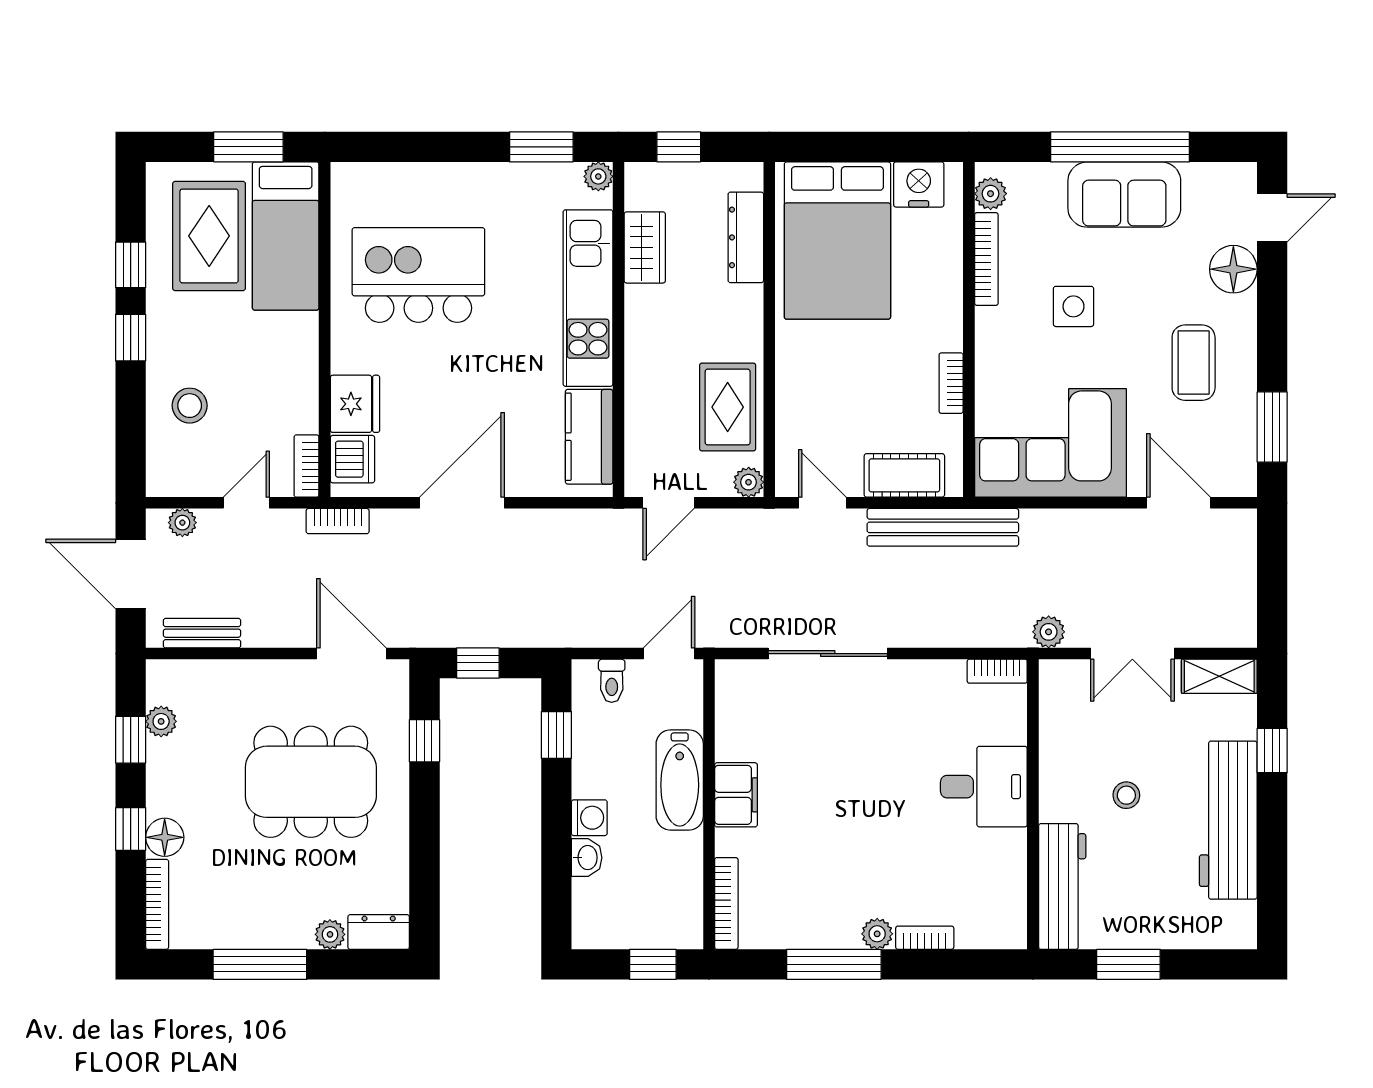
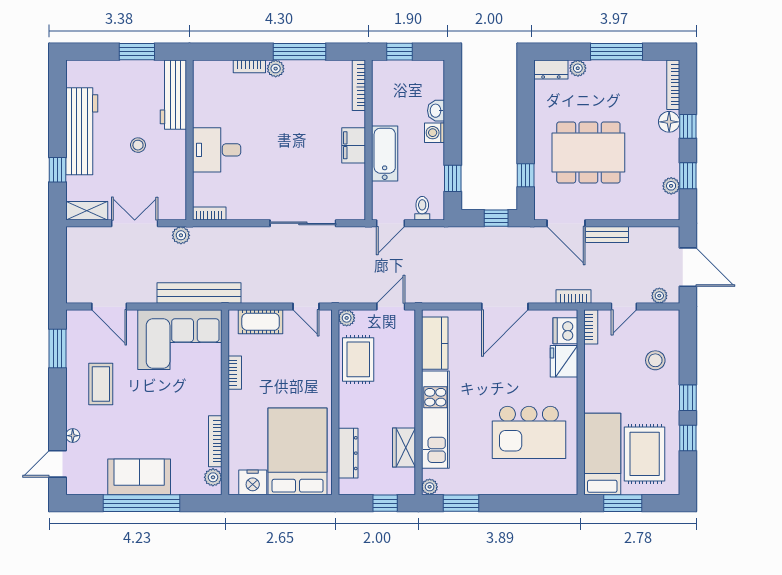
floor lamp: (1233, 269) -> (73, 436), width x0.53, depth x0.53
side table: (1073, 306) -> (167, 415), removed
bench: (943, 527) -> (199, 293), moved
bench: (202, 633) -> (607, 235), moved

